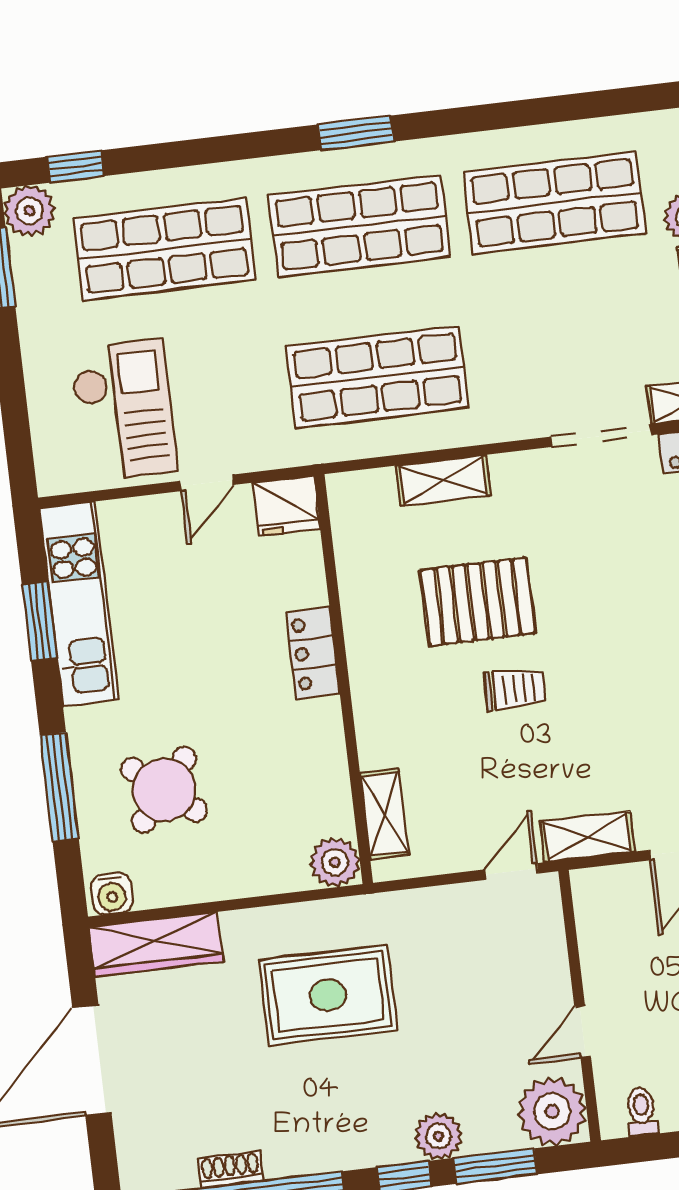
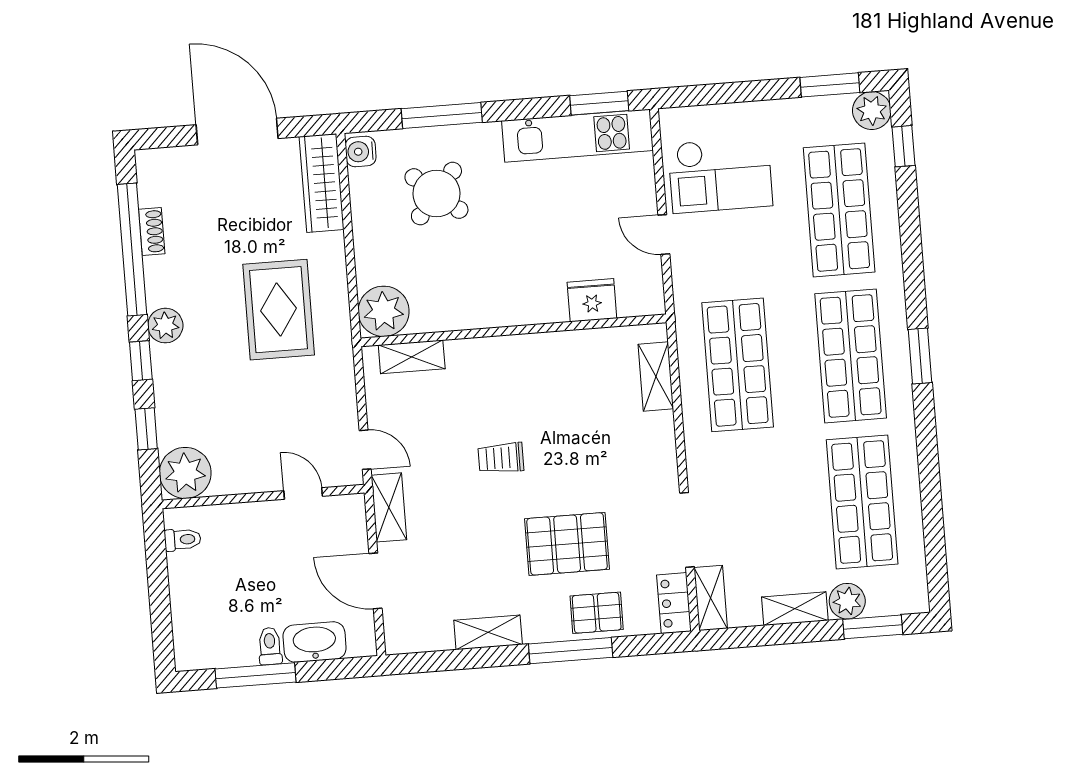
shelving: (443, 480) -> (656, 377), moved
fridge: (286, 506) -> (592, 300), moved, turned 90
pallet: (478, 602) -> (567, 544), moved, turned 90
window: (39, 621) -> (599, 103), moved
locker: (313, 653) -> (534, 308), removed
trolley: (515, 689) -> (501, 458), turned 89
plant: (335, 862) -> (384, 311), width x1.36, depth x1.36
door: (583, 1032) -> (303, 493), moved
plant: (439, 1136) -> (165, 326), moved
window: (495, 1166) -> (146, 429), width x0.67

